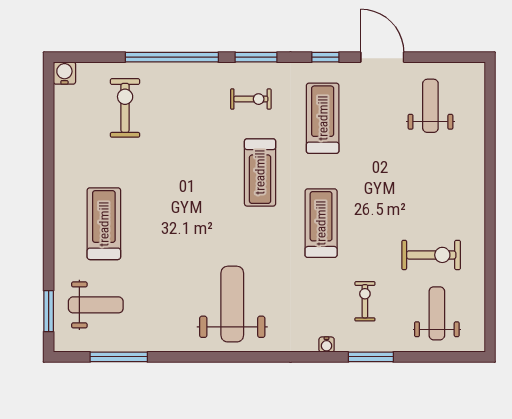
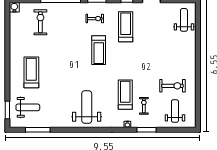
weight bench: (430, 106) -> (184, 20), moved
treadmill: (321, 223) -> (125, 95), moved

